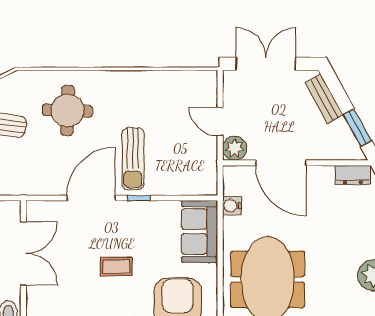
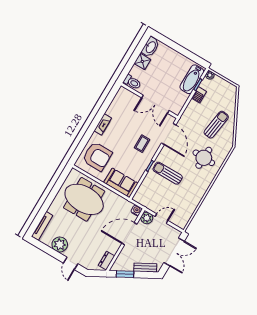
door: (91, 198) -> (169, 134), moved
water cooler: (232, 206) -> (136, 210), moved
coffee table: (116, 266) -> (142, 144), moved

